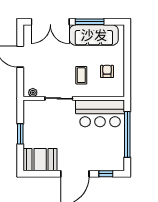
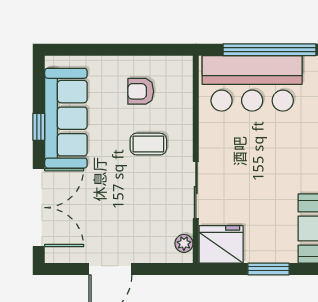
window: (90, 22) -> (39, 127), width x0.46
fridge: (32, 111) -> (221, 244), added
bar counter: (100, 113) -> (252, 83), moved, turned 90

